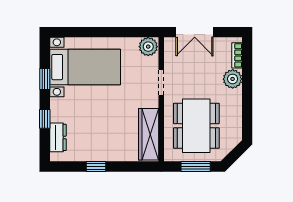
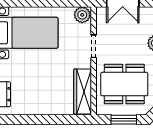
dining table: (196, 126) -> (124, 84), turned 90
window: (96, 167) -> (37, 120), removed

